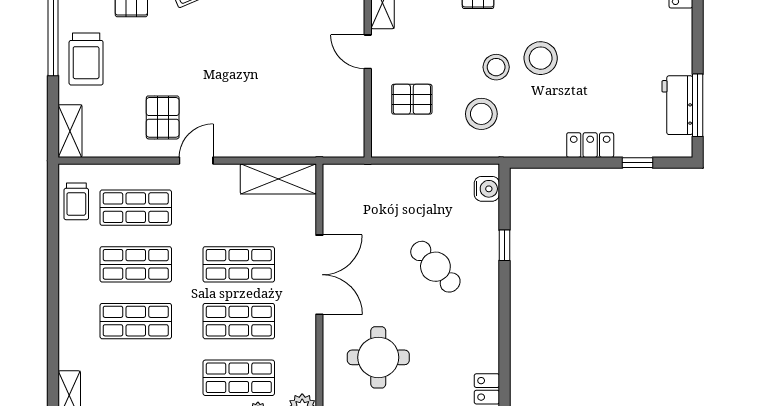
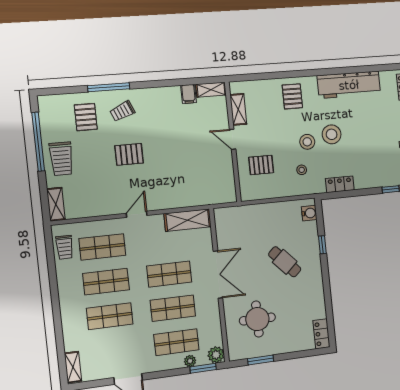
stool: (481, 114) -> (302, 170), width x0.53, depth x0.53
pallet: (163, 117) -> (129, 154), moved, turned 90
locker: (590, 145) -> (340, 184), moved

